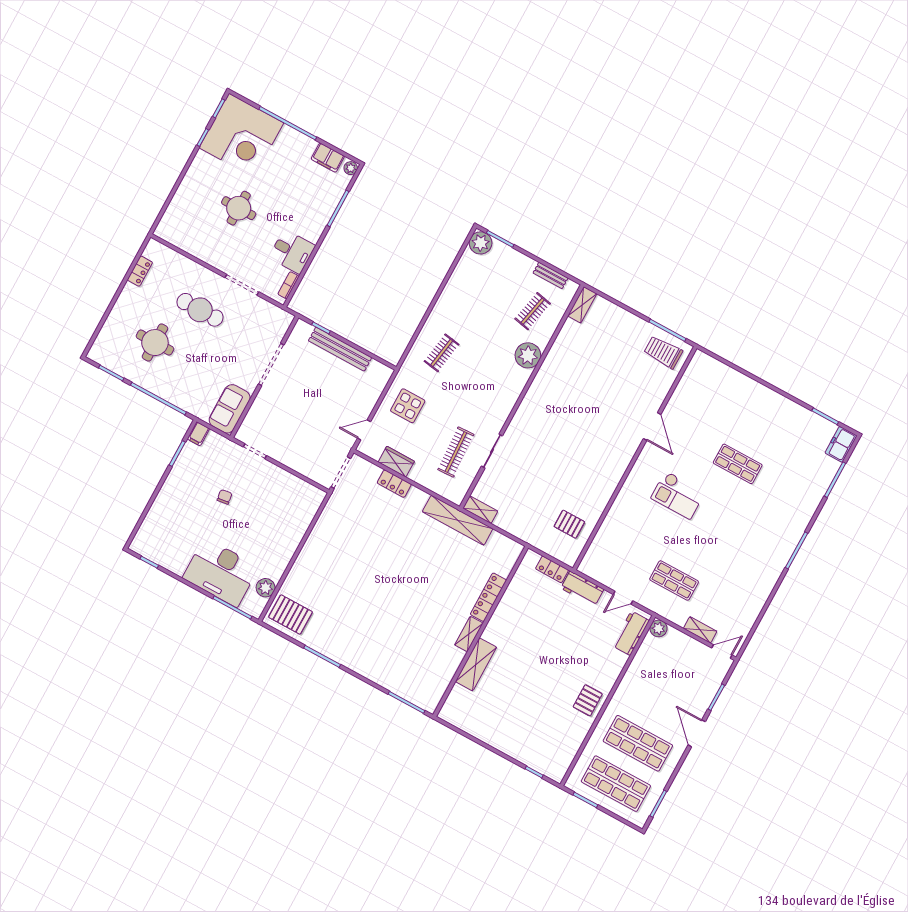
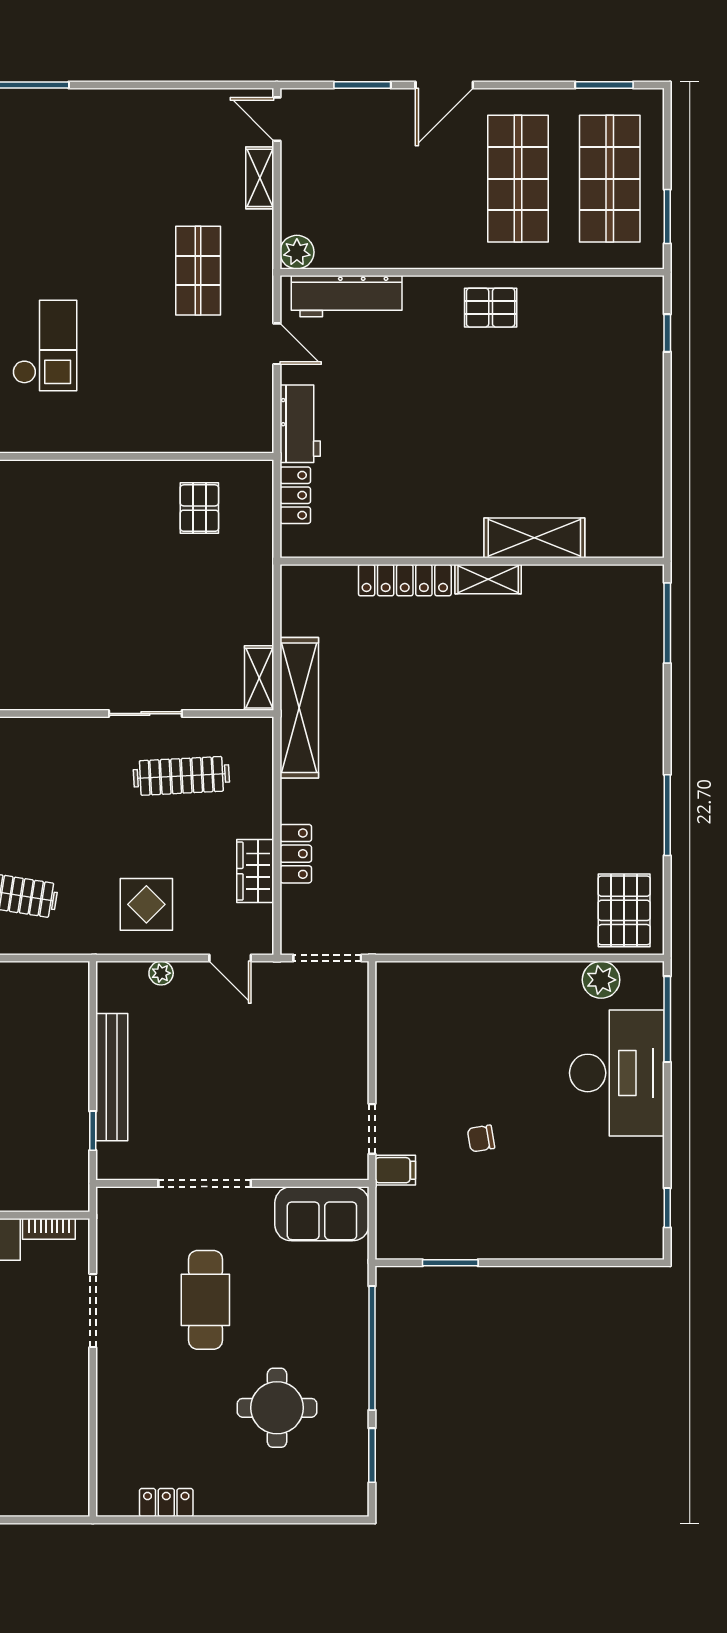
cafe table: (200, 310) -> (205, 1300), moved
plant: (374, 396) -> (161, 973), added
filing cabinet: (198, 434) -> (395, 1170), moved
workbench: (631, 633) -> (347, 296), width x1.38

